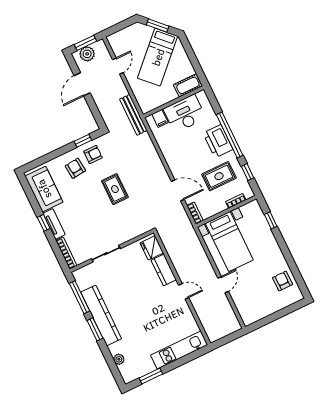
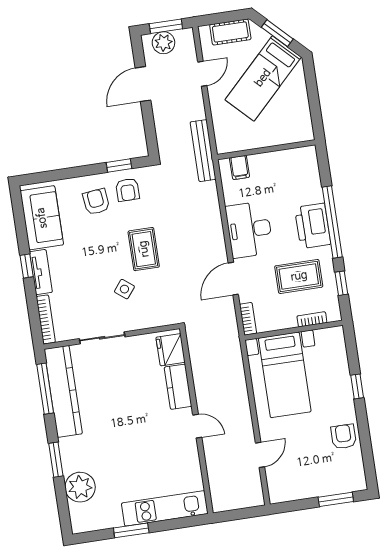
cot: (188, 85) -> (230, 32), moved
desk: (185, 114) -> (249, 230), moved, turned -90
armchair: (93, 155) -> (128, 190), turned 90
door: (178, 190) -> (233, 279), swing flipped
side table: (110, 218) -> (124, 289), added
window: (271, 220) -> (357, 386), moved
armchair: (283, 281) -> (344, 437), moved
door: (223, 285) -> (260, 455), moved
window: (286, 311) -> (336, 499), added
kitchen counter: (101, 315) -> (63, 391), moved
window: (95, 329) -> (56, 460), moved
plant: (119, 359) -> (80, 487), width x1.87, depth x1.87
window: (151, 376) -> (131, 530), moved

